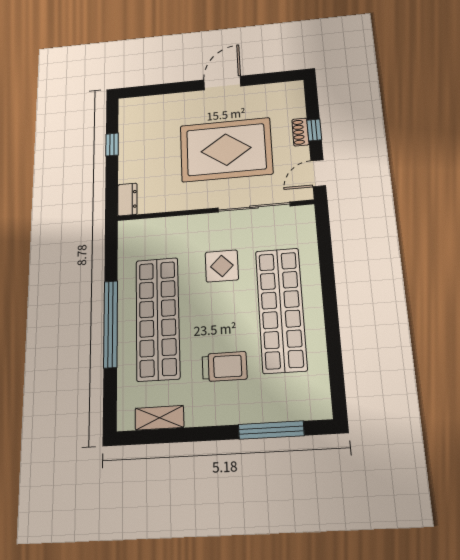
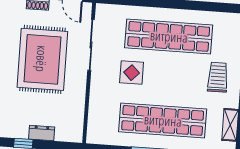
dresser: (127, 199) -> (42, 133), moved
trolley: (225, 367) -> (218, 77), moved

